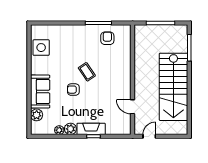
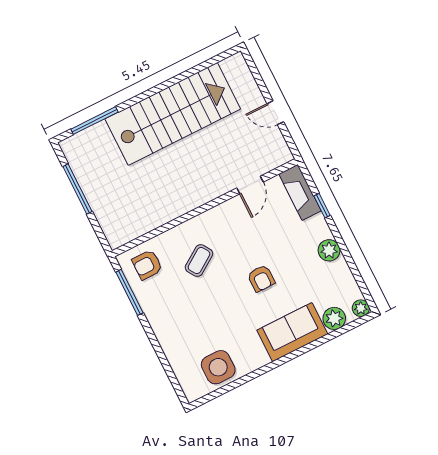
coffee table: (87, 72) -> (199, 261), moved
wall: (133, 80) -> (205, 208), moved
door: (133, 107) -> (250, 185), moved
fireplace: (91, 129) -> (300, 192), moved
plant: (59, 130) -> (361, 308), moved

